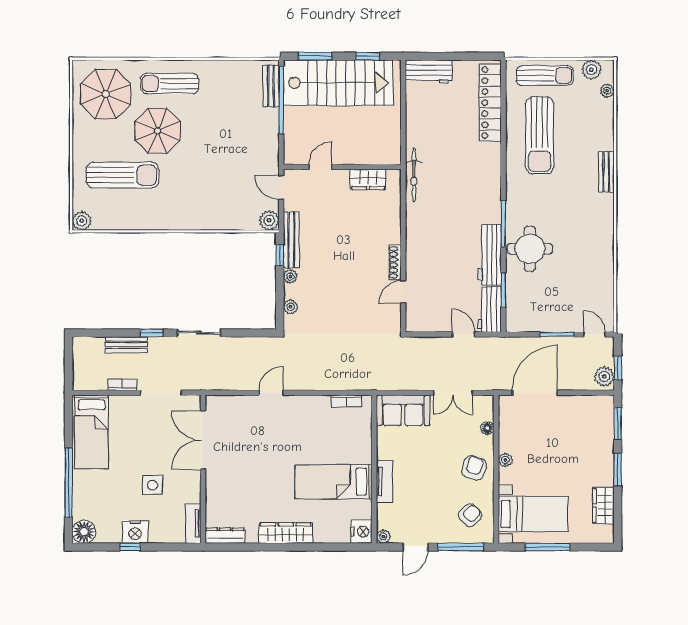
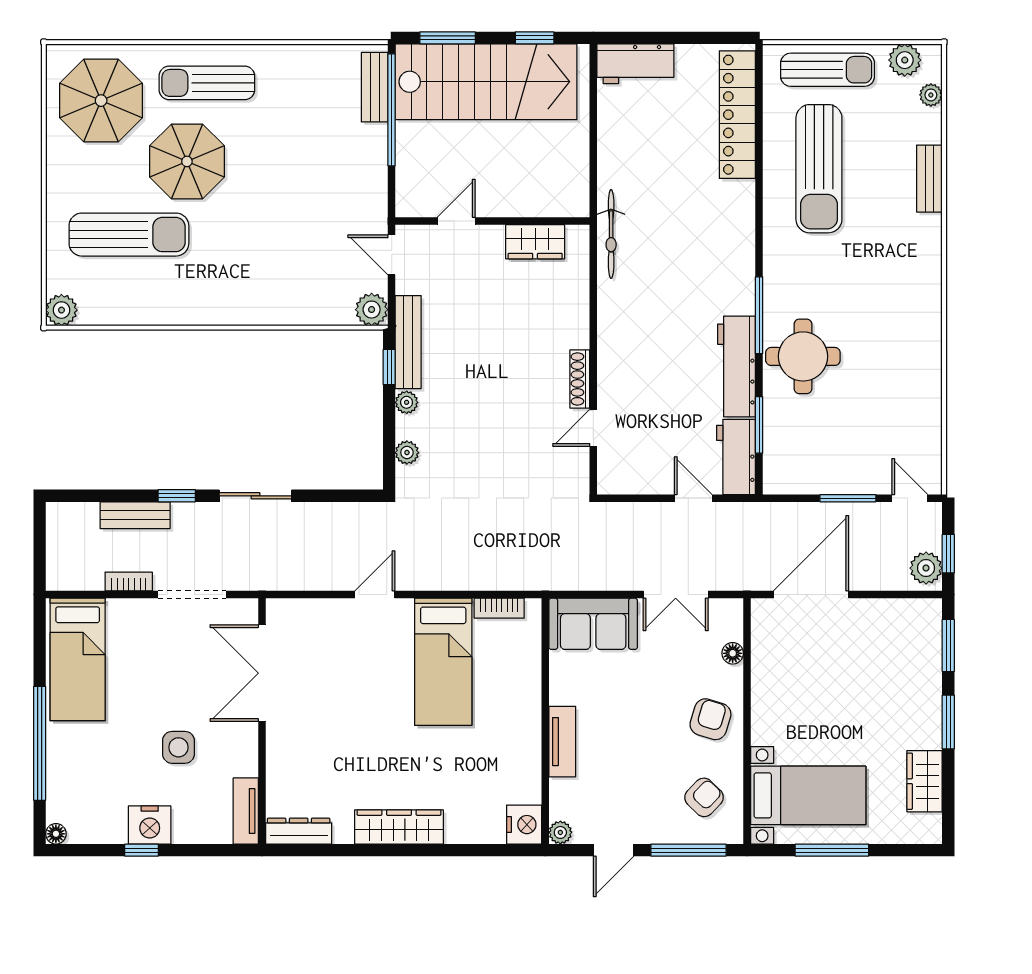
bench: (606, 172) -> (929, 179), moved
plant: (505, 460) -> (762, 706), removed
bed: (334, 482) -> (443, 662), moved, turned -90
floor lamp: (84, 532) -> (56, 834), width x0.53, depth x0.53

